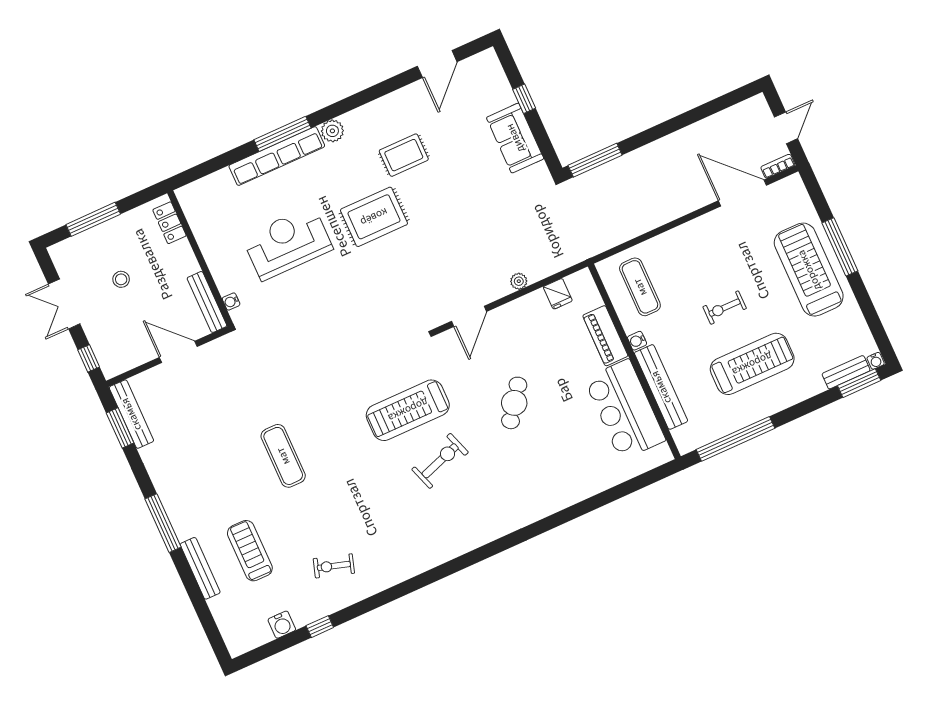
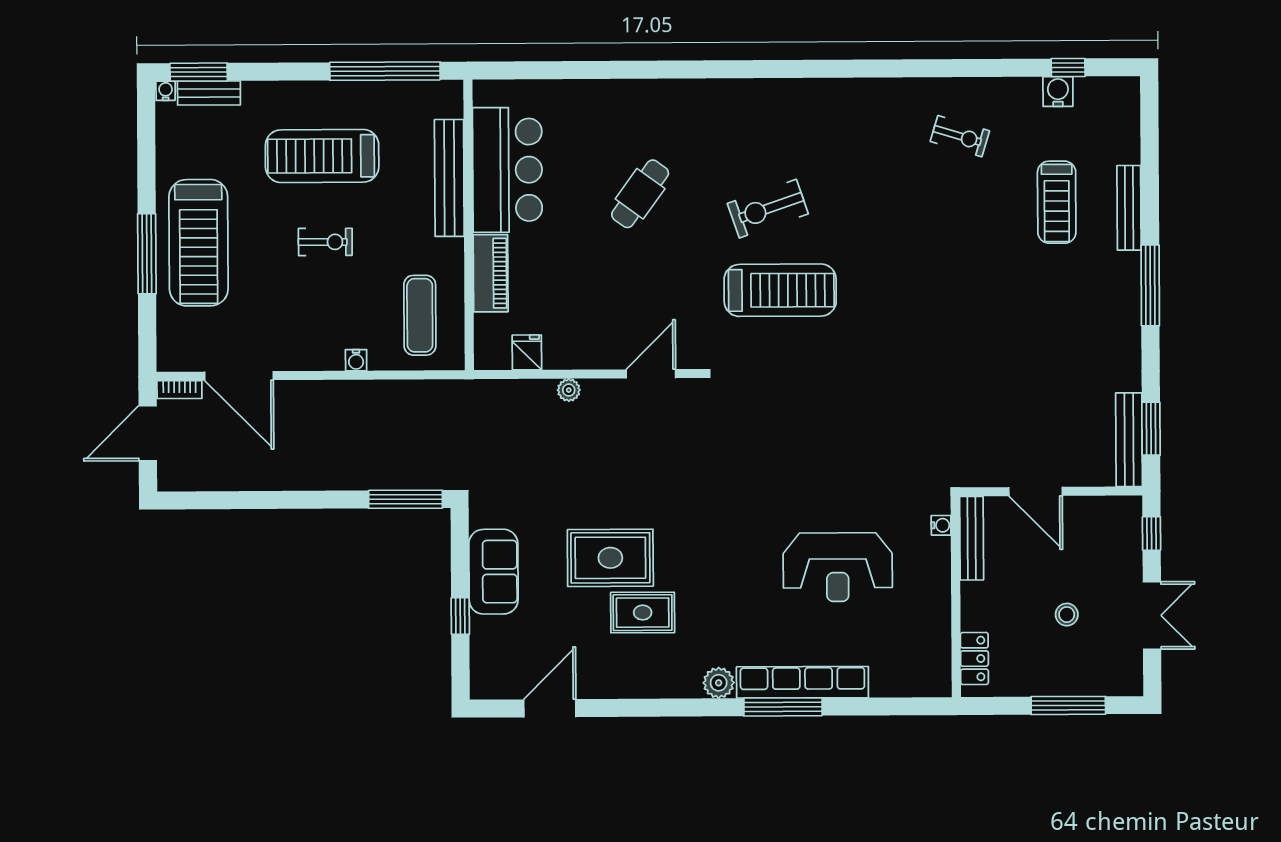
door: (786, 128) -> (148, 433), width x1.37
rug: (374, 217) -> (610, 558), moved
water cooler: (637, 341) -> (356, 360), moved, turned 90
cafe table: (514, 403) -> (640, 194), moved
exercise mat: (283, 456) -> (962, 302), removed
window: (320, 627) -> (1068, 68), moved

